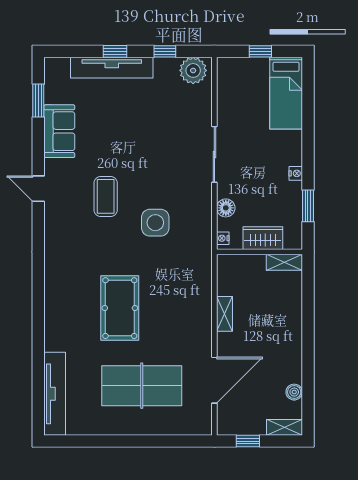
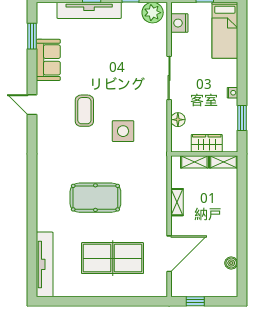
nightstand: (223, 238) -> (179, 23), moved, width x1.89, depth x1.79
pool table: (120, 308) -> (95, 198), turned 90
shelving: (284, 427) -> (194, 162), moved

